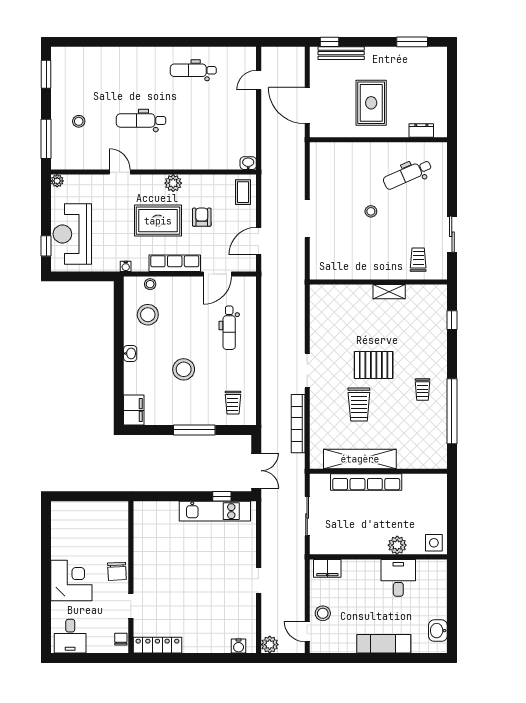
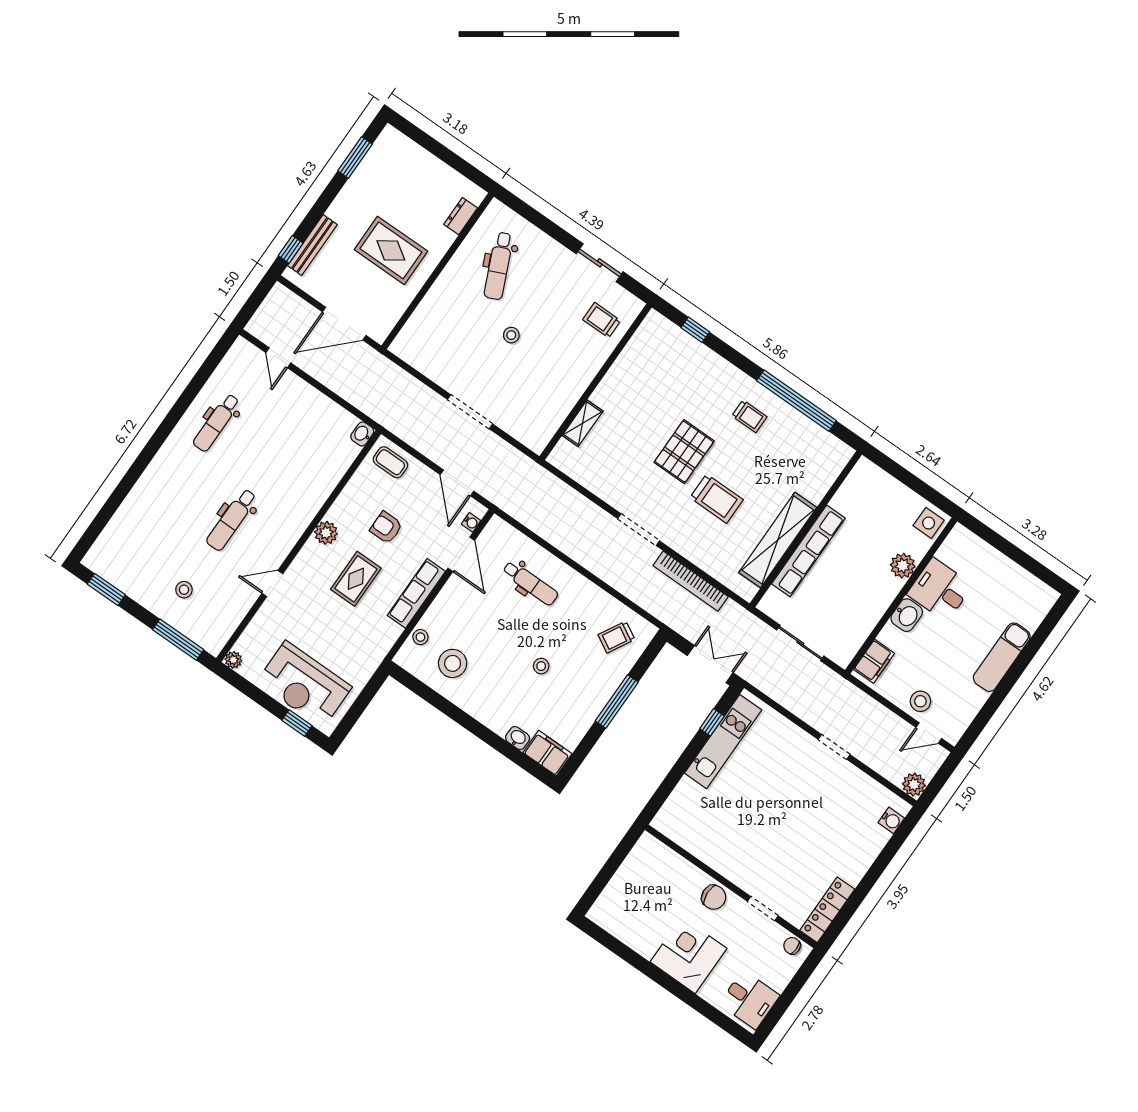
rug: (158, 221) -> (356, 579), width x0.73, depth x0.70
water cooler: (126, 266) -> (471, 522), moved
shelving: (389, 292) -> (583, 423), moved
washbasin: (130, 353) -> (518, 738), moved
stool: (184, 369) -> (541, 666), width x0.53, depth x0.53
trolley: (233, 403) -> (616, 637), turned 119
washbasin: (438, 631) -> (907, 615), moved, turned -90

